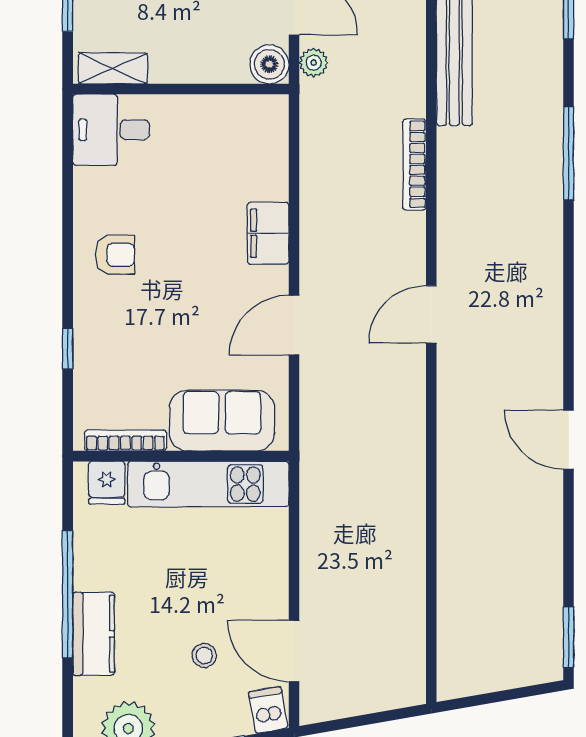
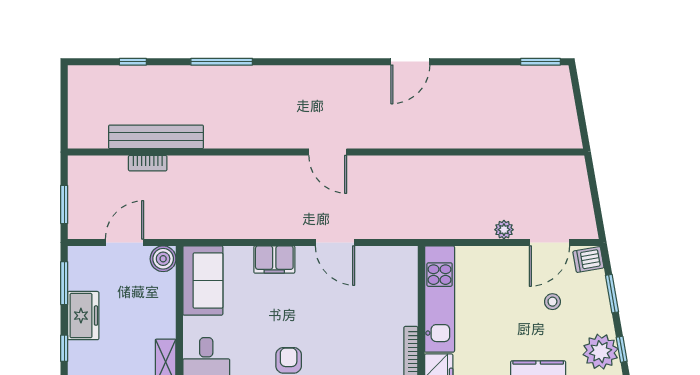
plant: (314, 63) -> (504, 230), moved
bookcase: (414, 164) -> (148, 163), moved, width x0.64
sofa: (222, 421) -> (203, 280), moved, turned 180

